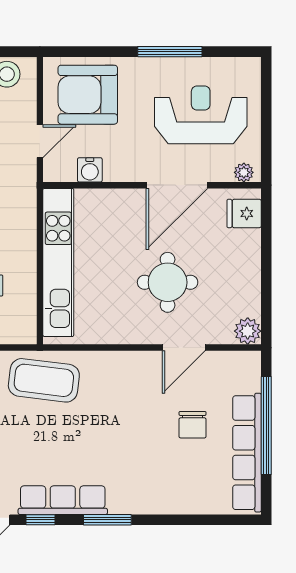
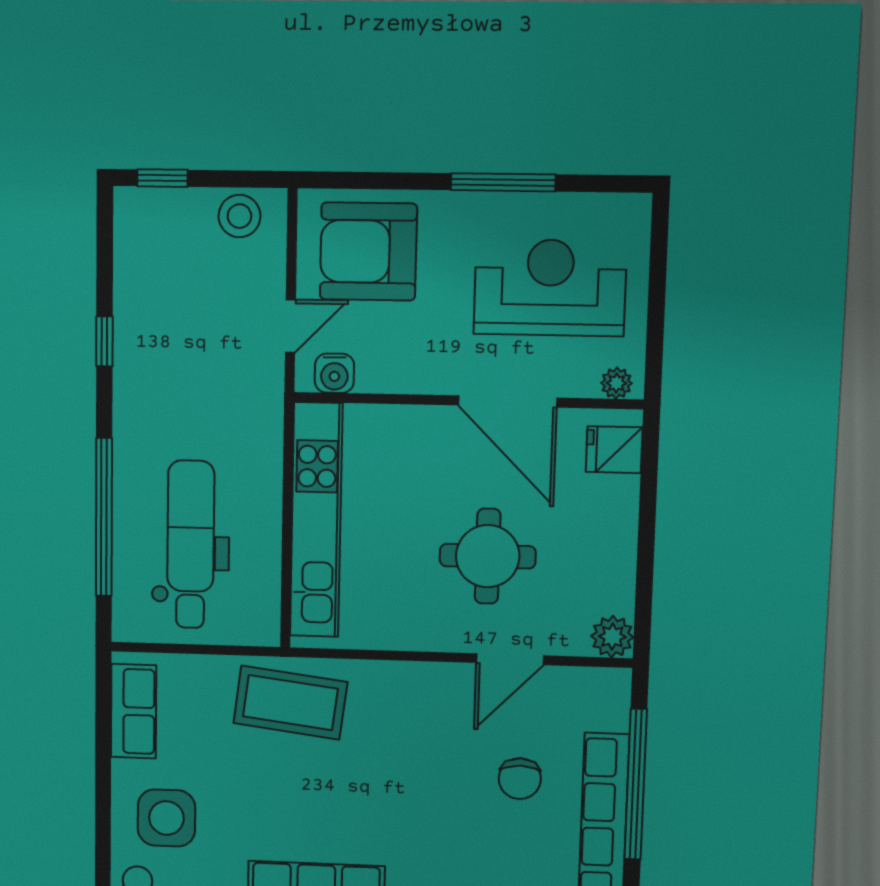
water cooler: (90, 170) -> (334, 373), moved
door: (177, 185) -> (508, 402), hinge flipped

